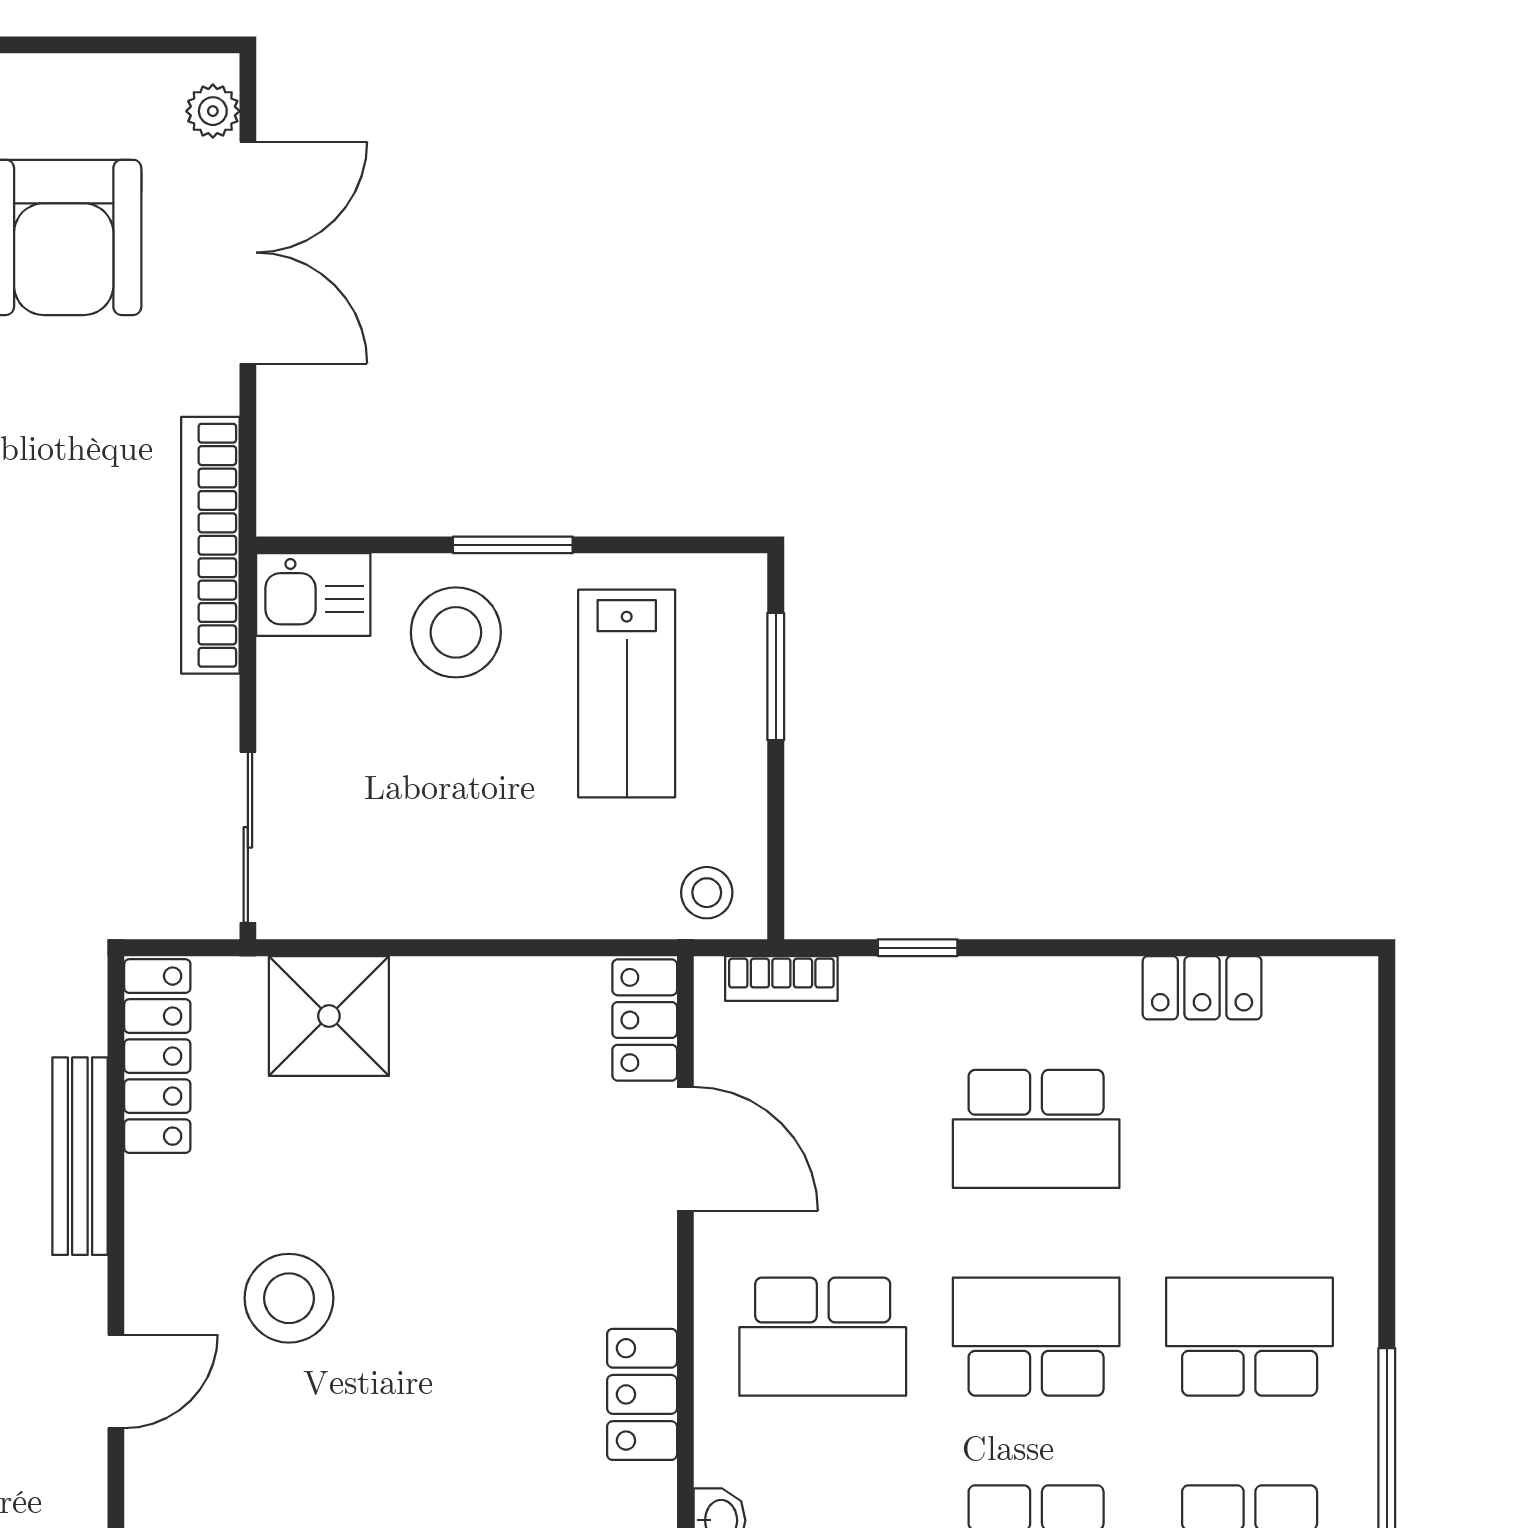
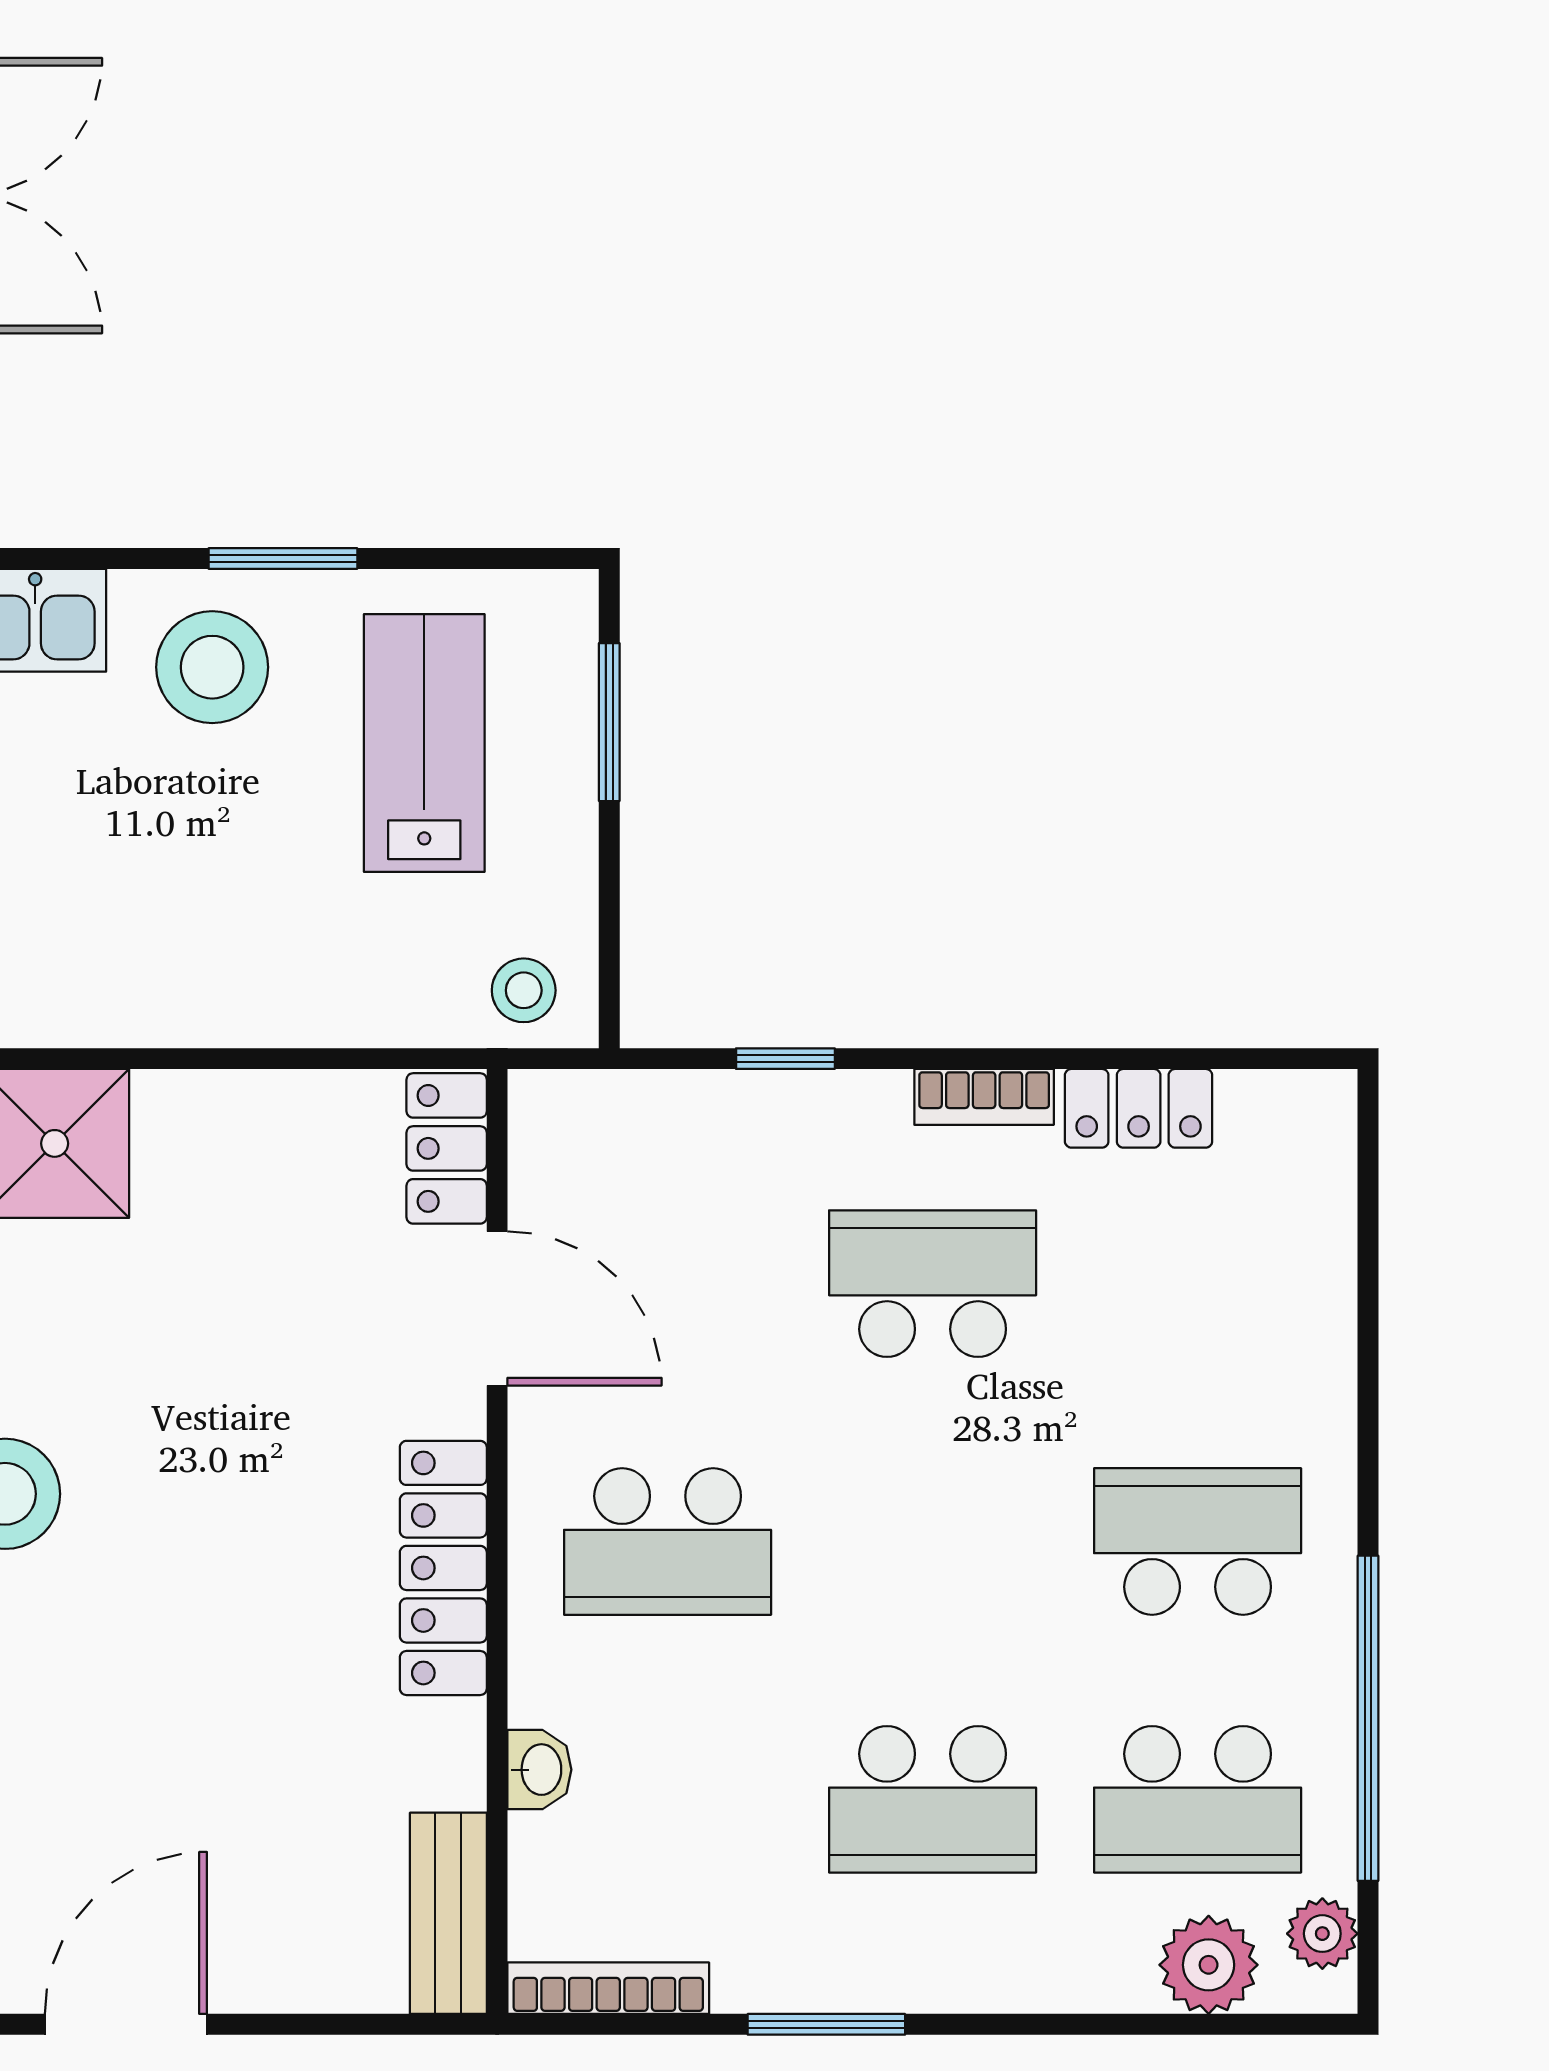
lab bench: (627, 693) -> (424, 743), turned 180
bookcase: (781, 978) -> (984, 1097), moved
school desk: (1036, 1129) -> (933, 1284), turned 180
school desk: (1036, 1337) -> (933, 1541), removed
locker: (642, 1394) -> (443, 1568), width x1.53

